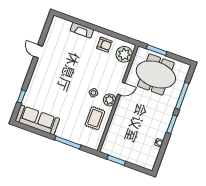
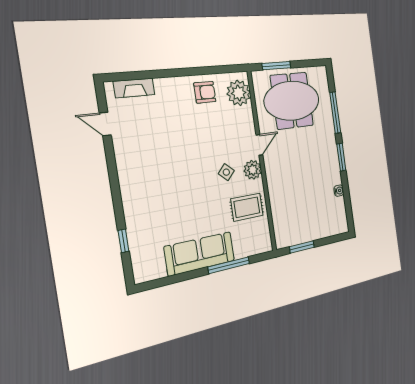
fireplace: (82, 30) -> (134, 88), moved
door: (38, 51) -> (105, 124), moved
rug: (95, 118) -> (247, 207), turned 90
sofa: (37, 120) -> (200, 254), moved

